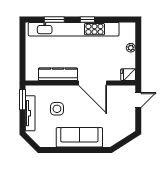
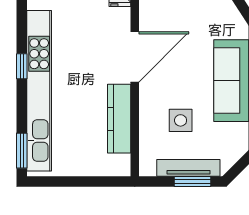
window: (54, 19) -> (22, 151), moved
window: (23, 100) -> (192, 182), moved

